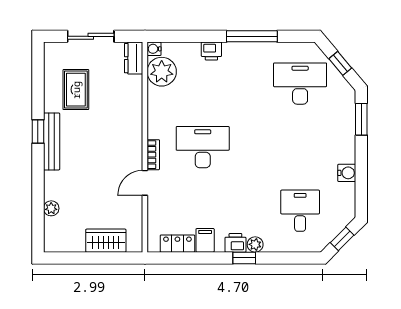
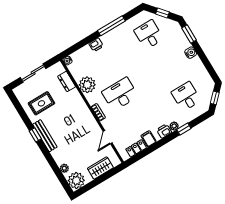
dresser: (134, 58) -> (67, 81), moved
plant: (162, 72) -> (87, 85), moved
desk: (300, 84) -> (149, 35), width x0.73
rug: (76, 90) -> (41, 103), turned 90
water cooler: (347, 173) -> (191, 53), moved
door: (145, 183) -> (108, 137), moved
plant: (58, 238) -> (76, 180), added
window: (244, 258) -> (184, 129), moved

